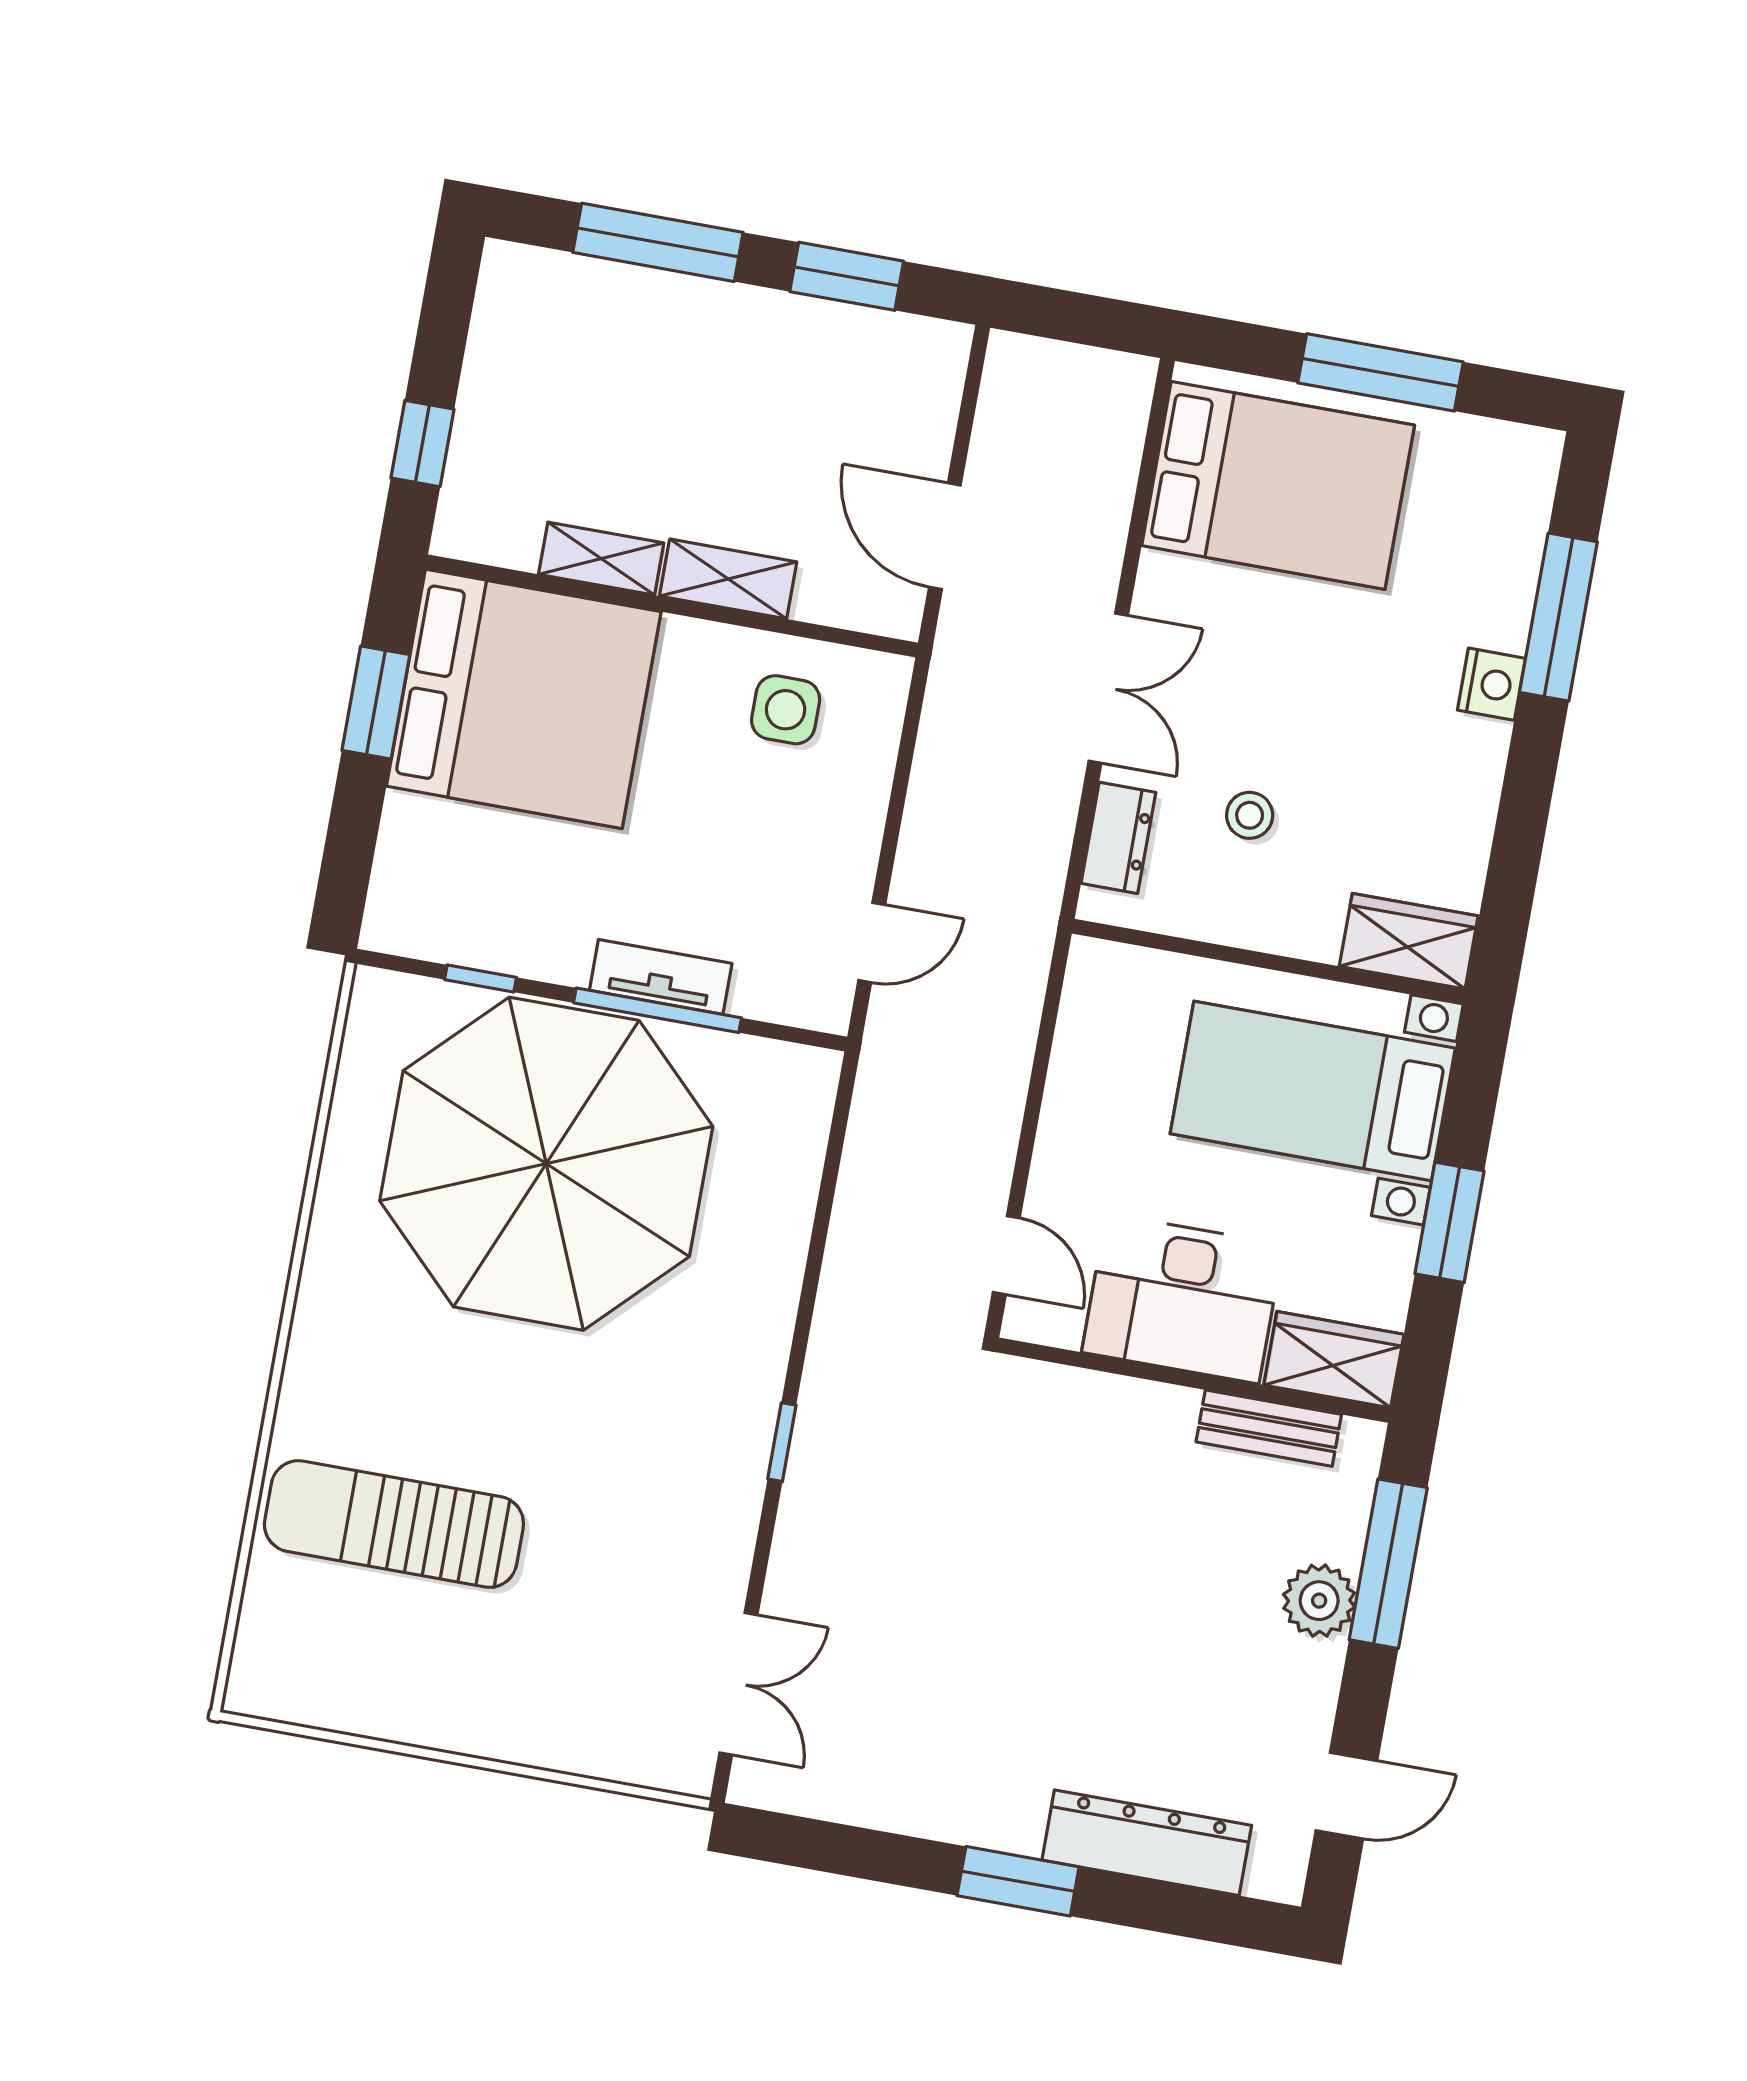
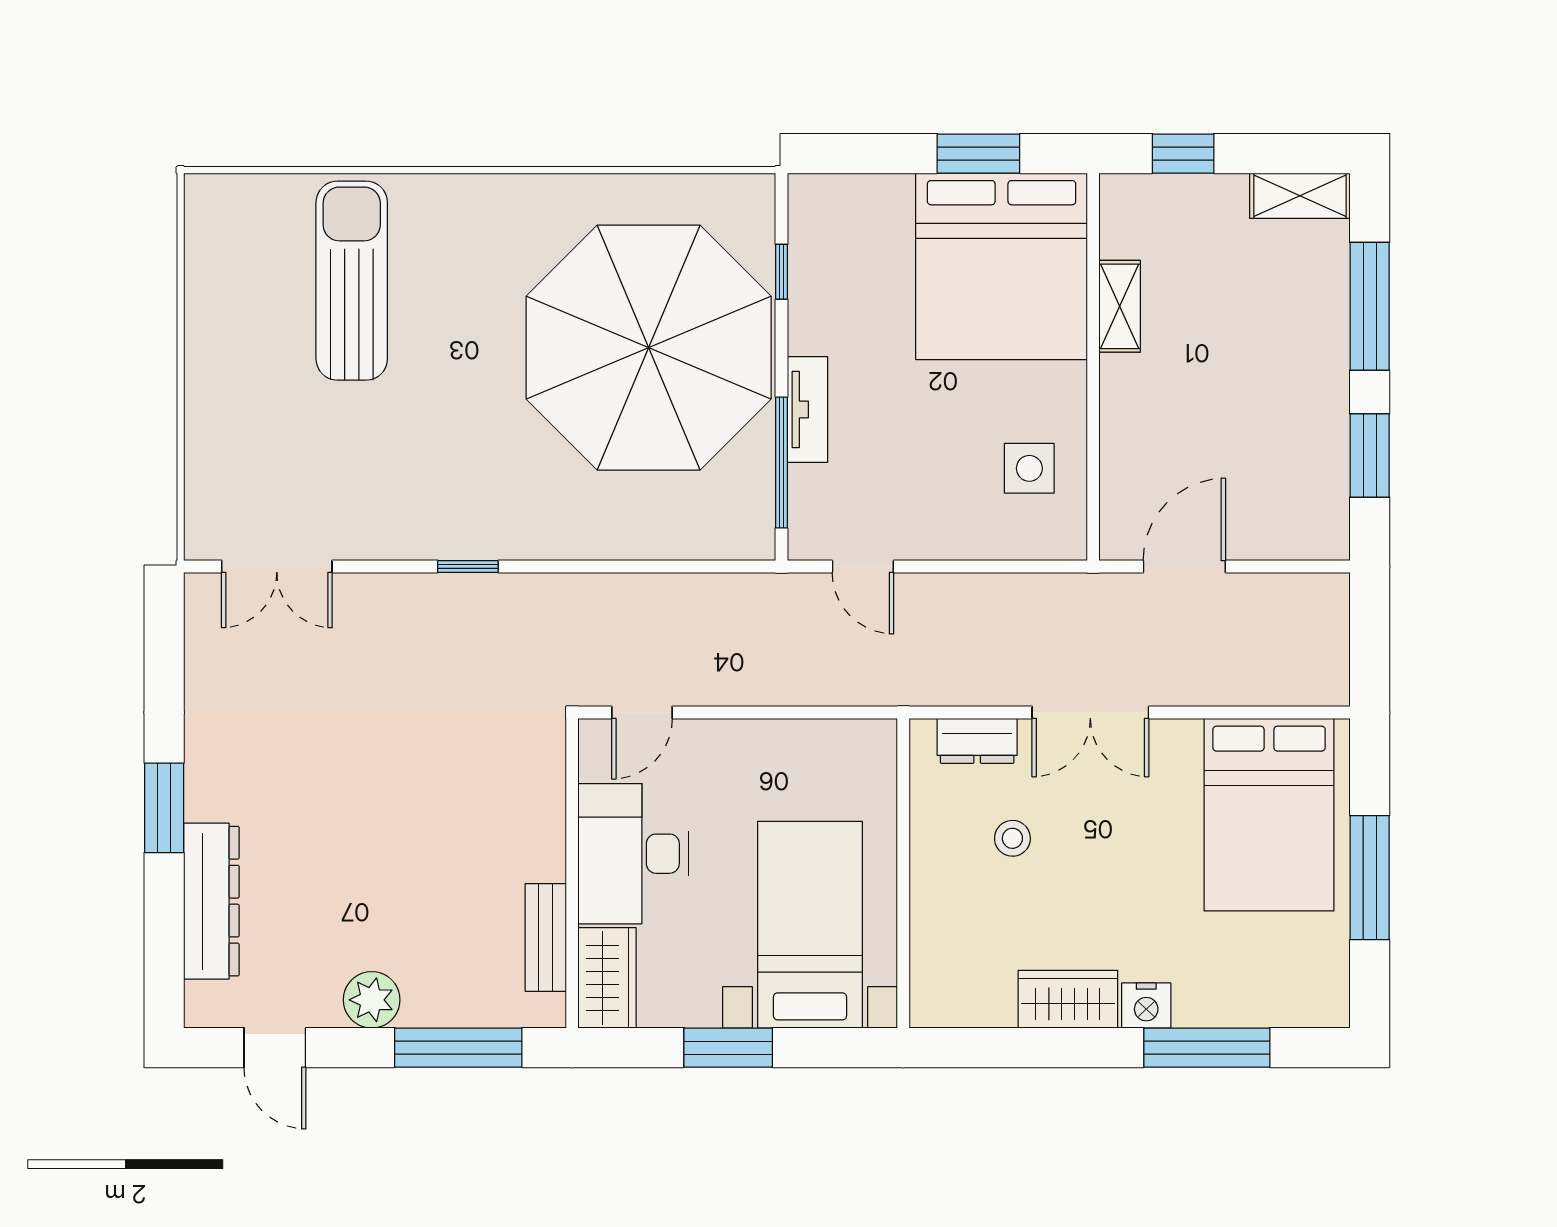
shelving: (728, 579) -> (1300, 196), moved, turned 90
wardrobe: (1409, 941) -> (1068, 999), moved, turned -90
window: (657, 1010) -> (782, 463), moved
plant: (1319, 1601) -> (372, 1000), moved

